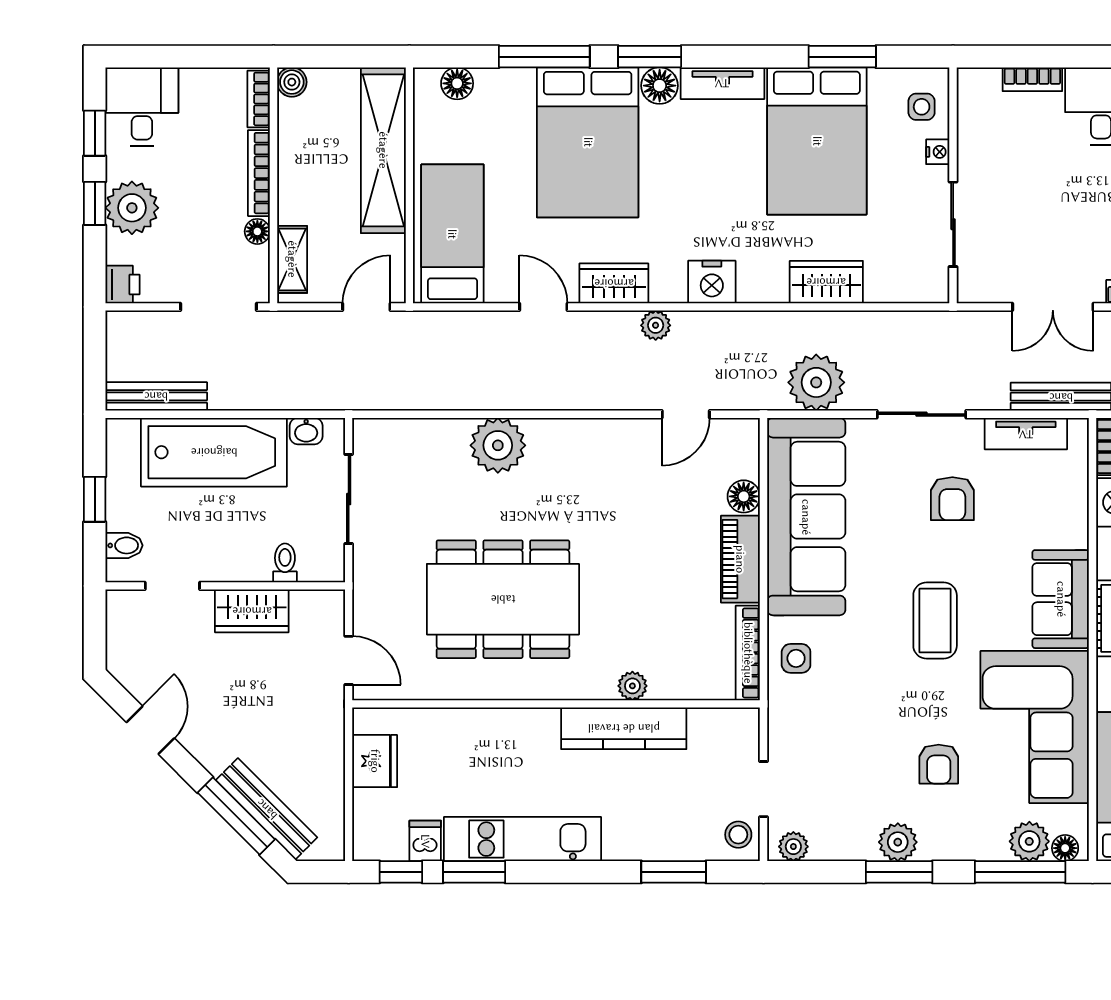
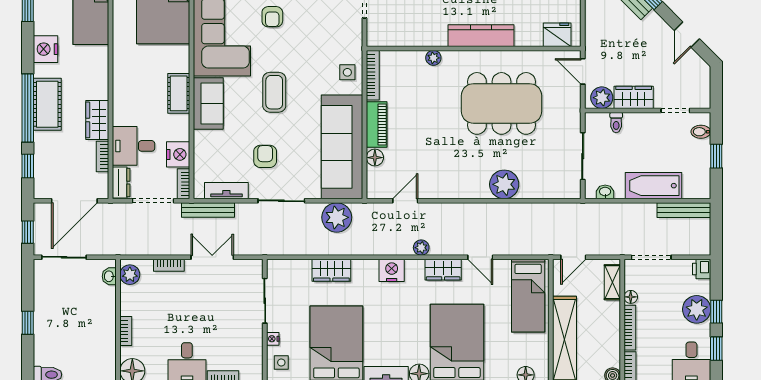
bathtub: (214, 452) -> (654, 186), width x0.73, depth x0.73
plant: (312, 610) -> (602, 98), added
kitchen counter: (624, 728) -> (481, 36), moved
fridge: (375, 761) -> (557, 35), moved, turned 90
armchair: (939, 764) -> (272, 17), turned 180

